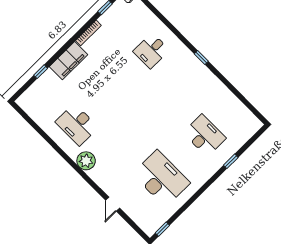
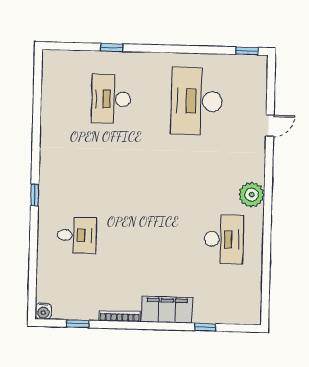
window: (201, 58) -> (35, 195), moved

